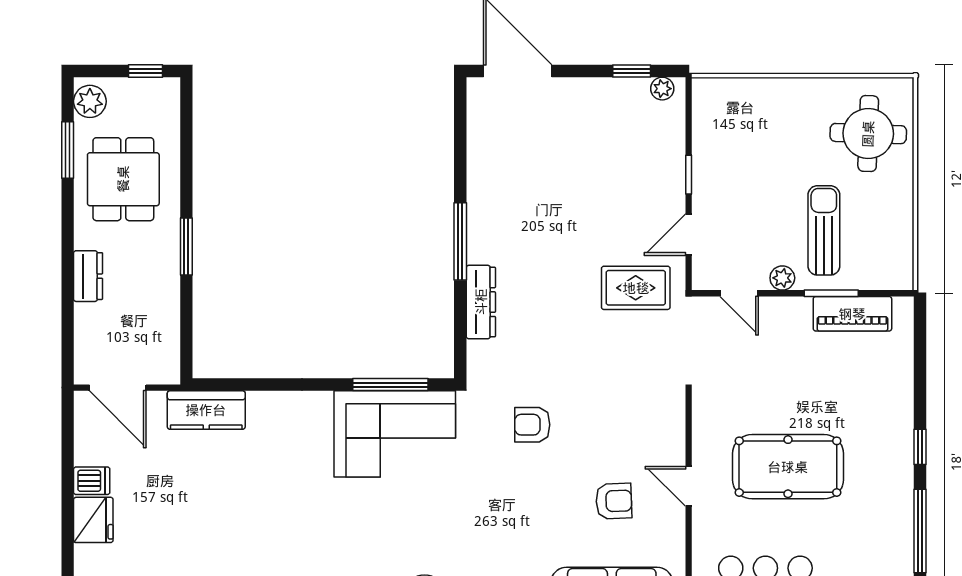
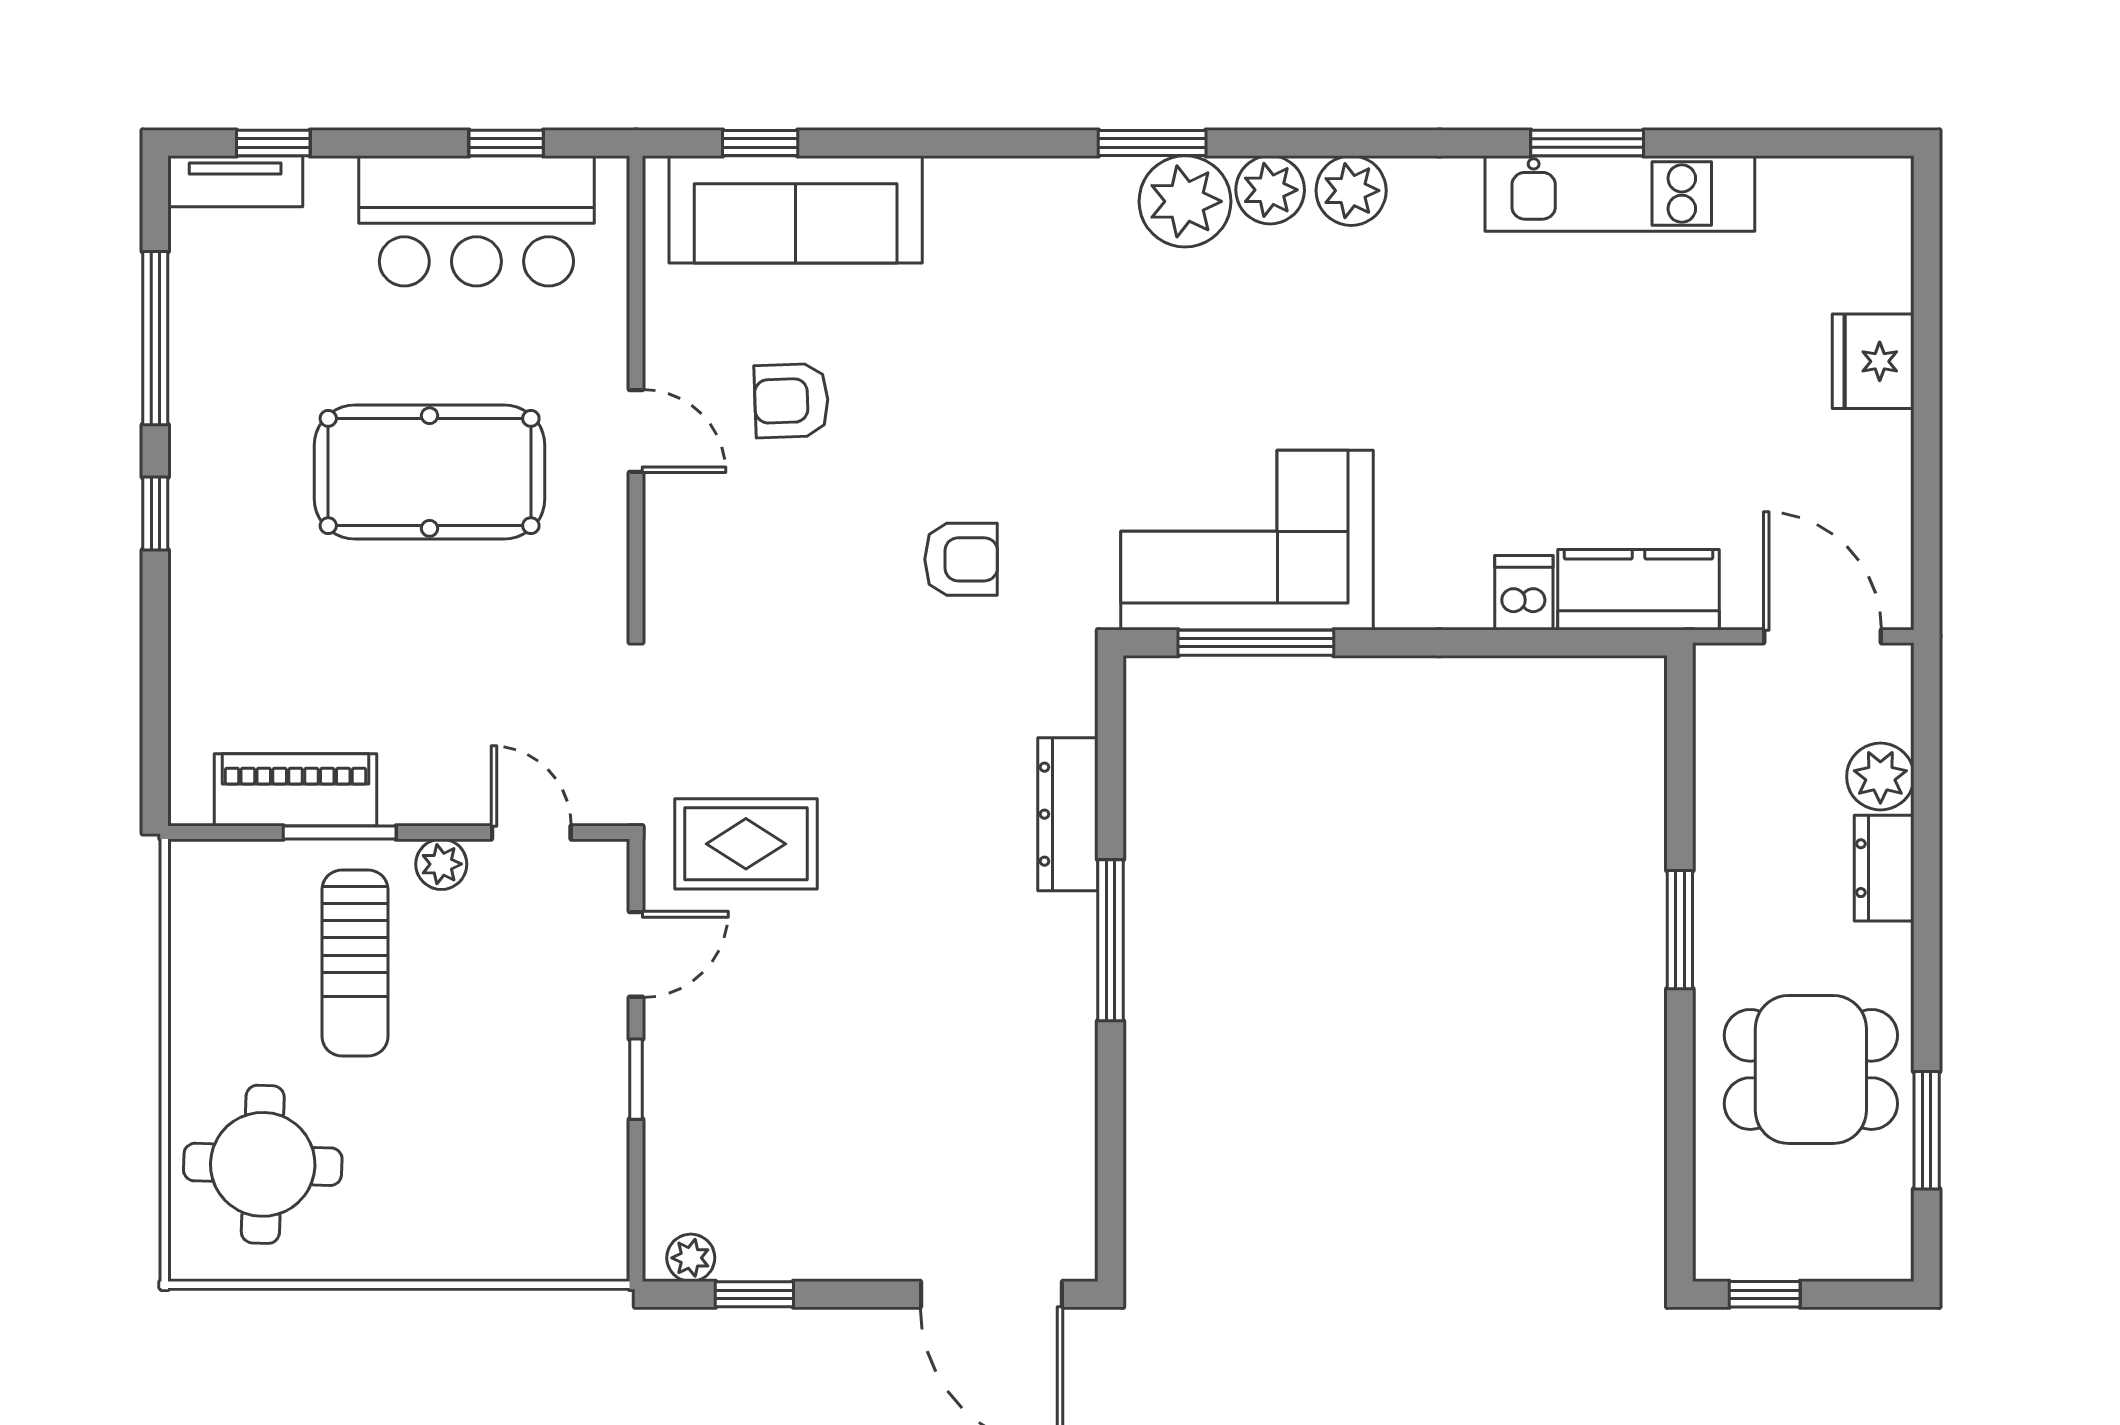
plant: (90, 101) -> (1880, 777), moved
dining table: (123, 179) -> (1811, 1069), turned 90
dishwasher: (92, 481) -> (1524, 593), moved, turned 90

